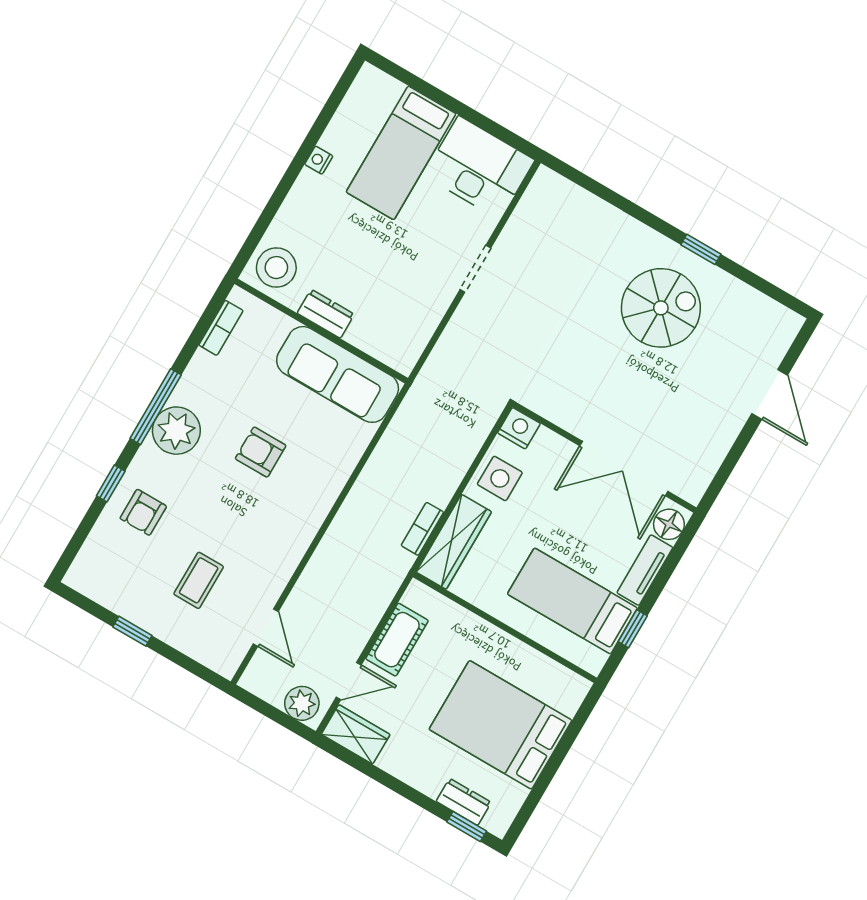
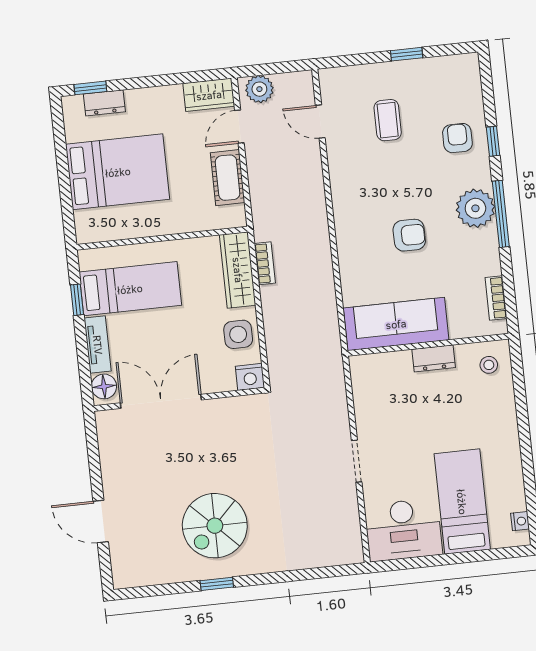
nightstand: (319, 160) -> (520, 521), moved
stool: (276, 268) -> (489, 365), width x0.53, depth x0.53

